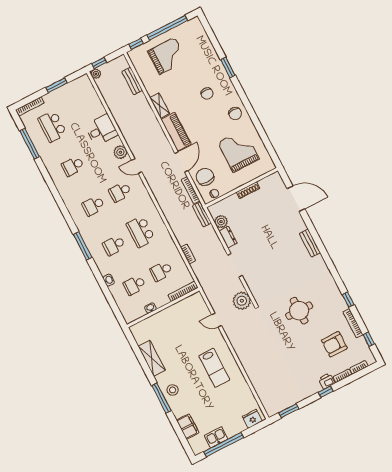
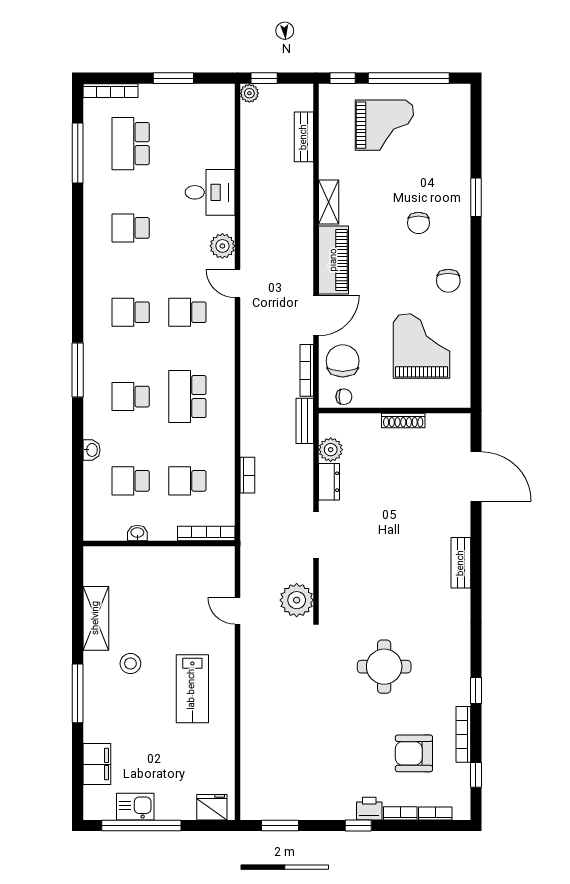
stool: (173, 390) -> (130, 664), moved

